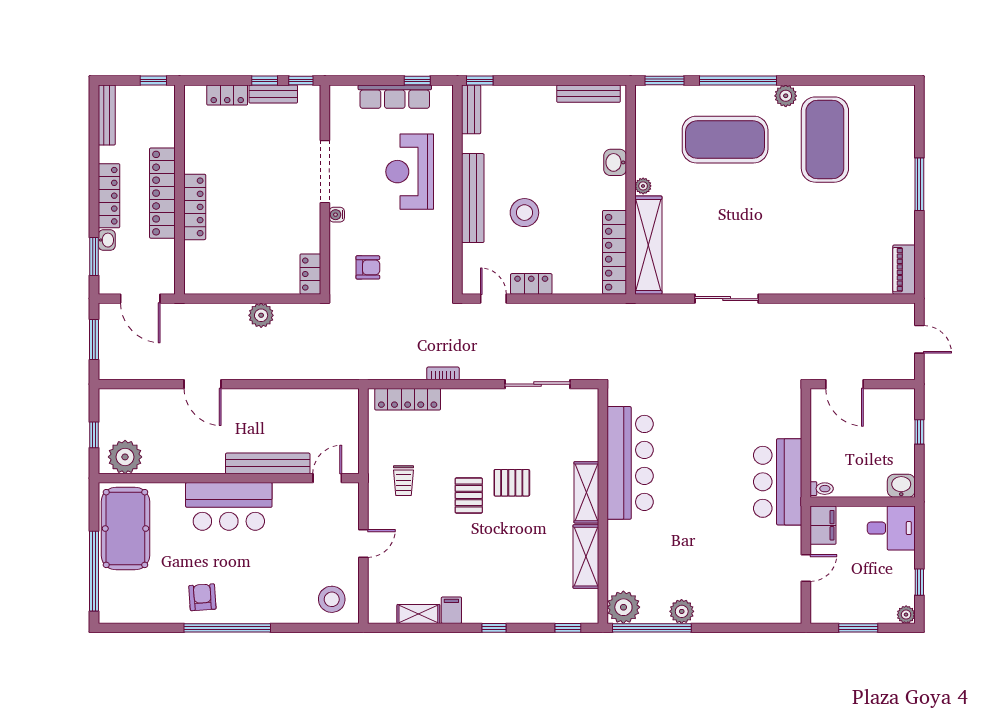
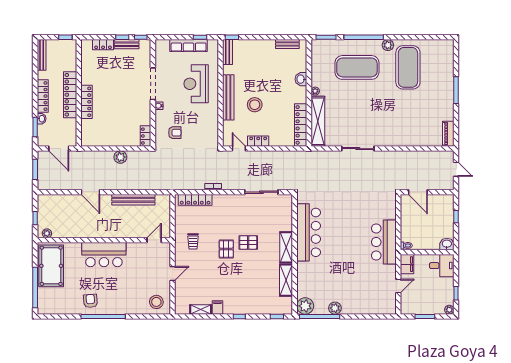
bench: (588, 94) -> (287, 44), width x0.73
plant: (125, 457) -> (47, 233), width x0.53, depth x0.53
bench: (268, 463) -> (133, 200), moved

